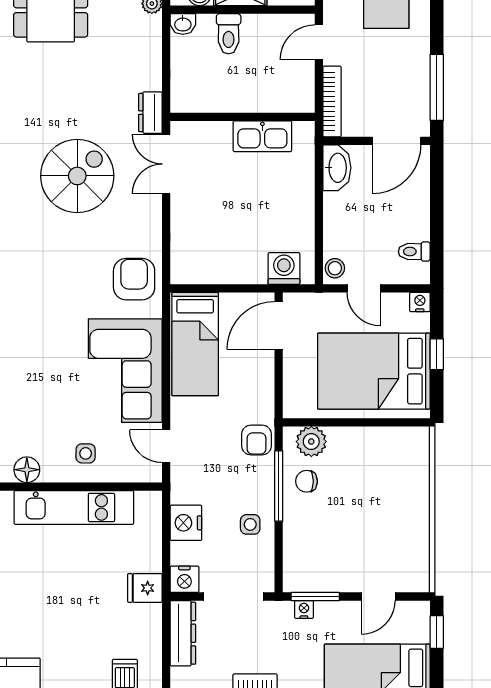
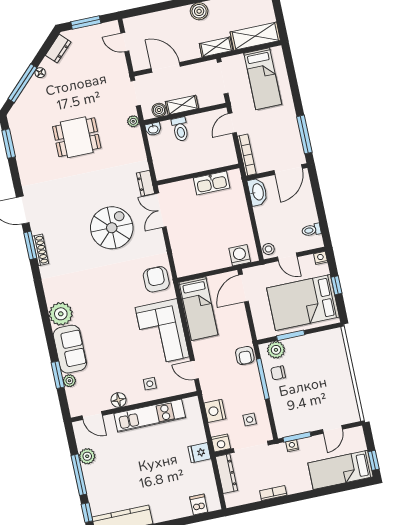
window: (341, 422) -> (291, 335), added
side table: (250, 524) -> (250, 420), moved
window: (437, 632) -> (374, 460), moved

